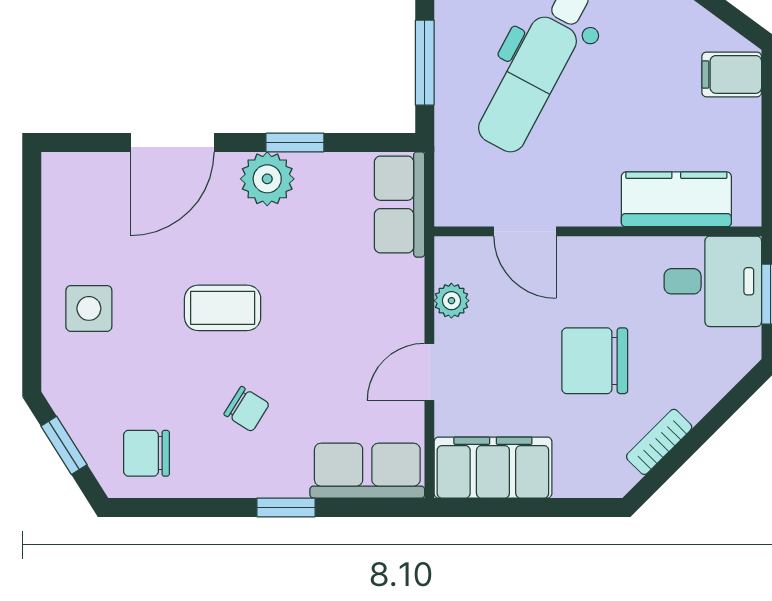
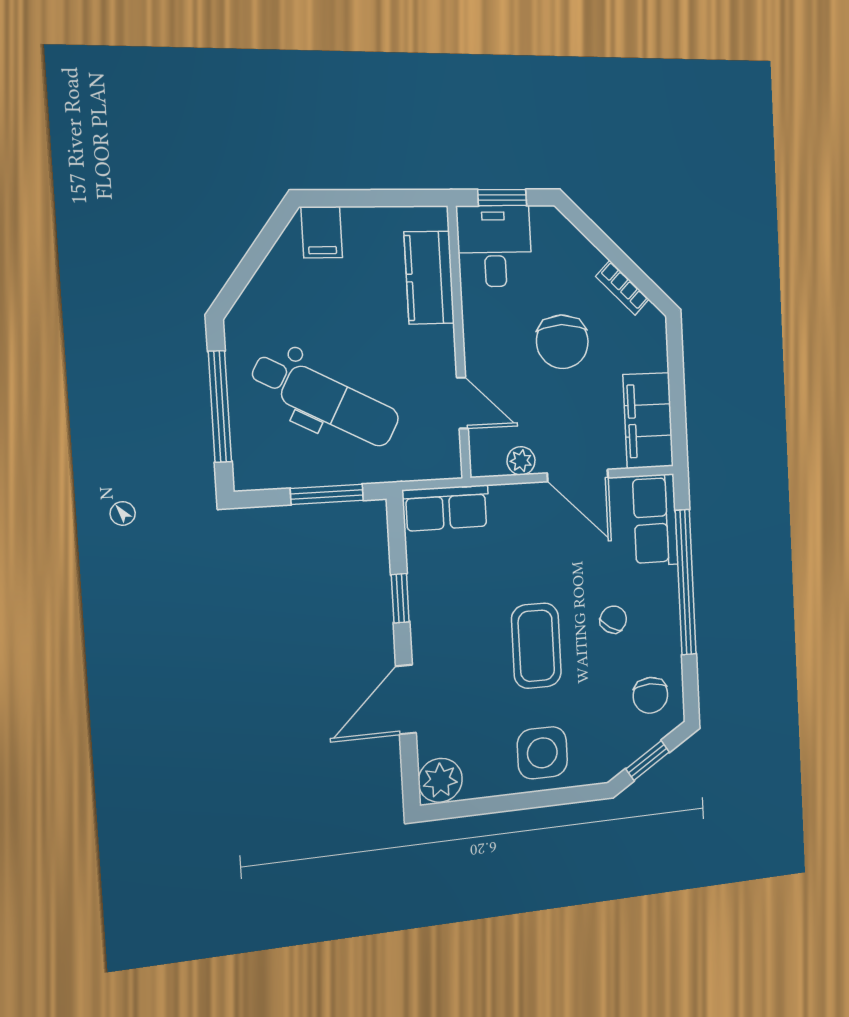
door: (172, 143) -> (406, 700), swing flipped
plant: (267, 179) -> (440, 780), moved
door: (525, 231) -> (462, 403), hinge flipped
side table: (89, 308) -> (542, 753), width x1.37, depth x1.37
coffee table: (223, 308) -> (536, 646), width x1.36, depth x1.30
door: (429, 372) -> (578, 476), width x1.38
window: (286, 507) -> (686, 582), width x3.17

